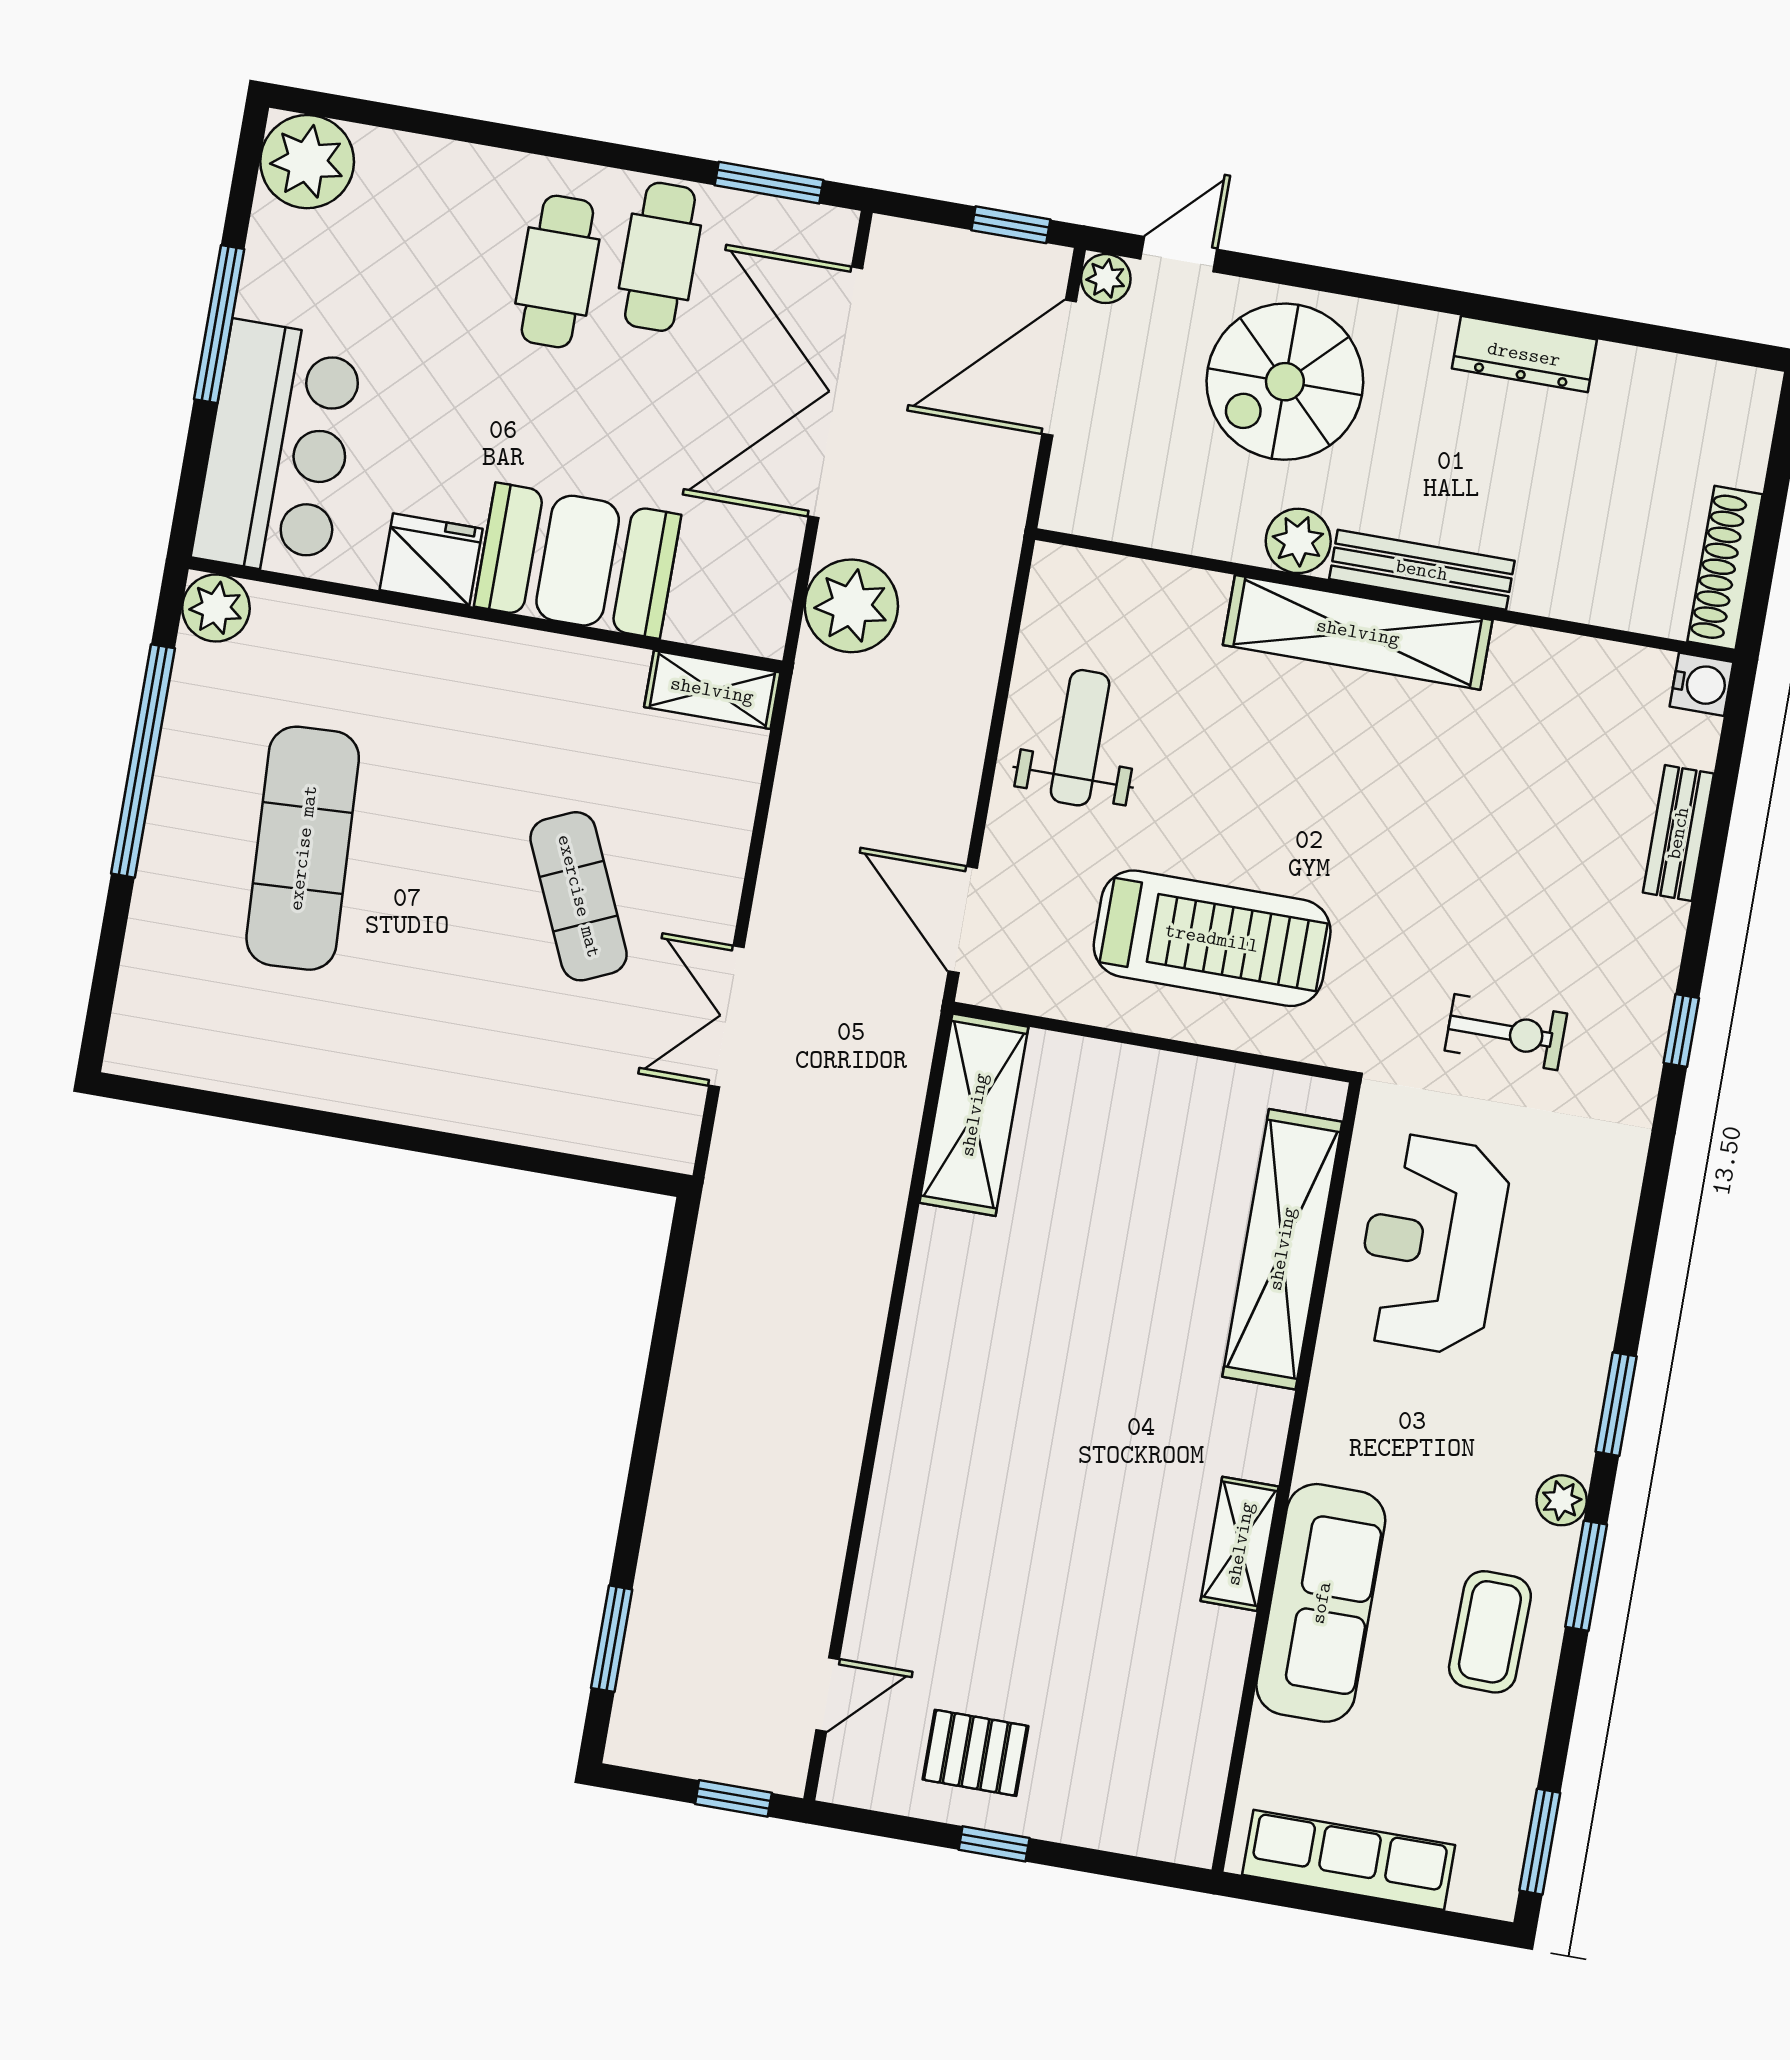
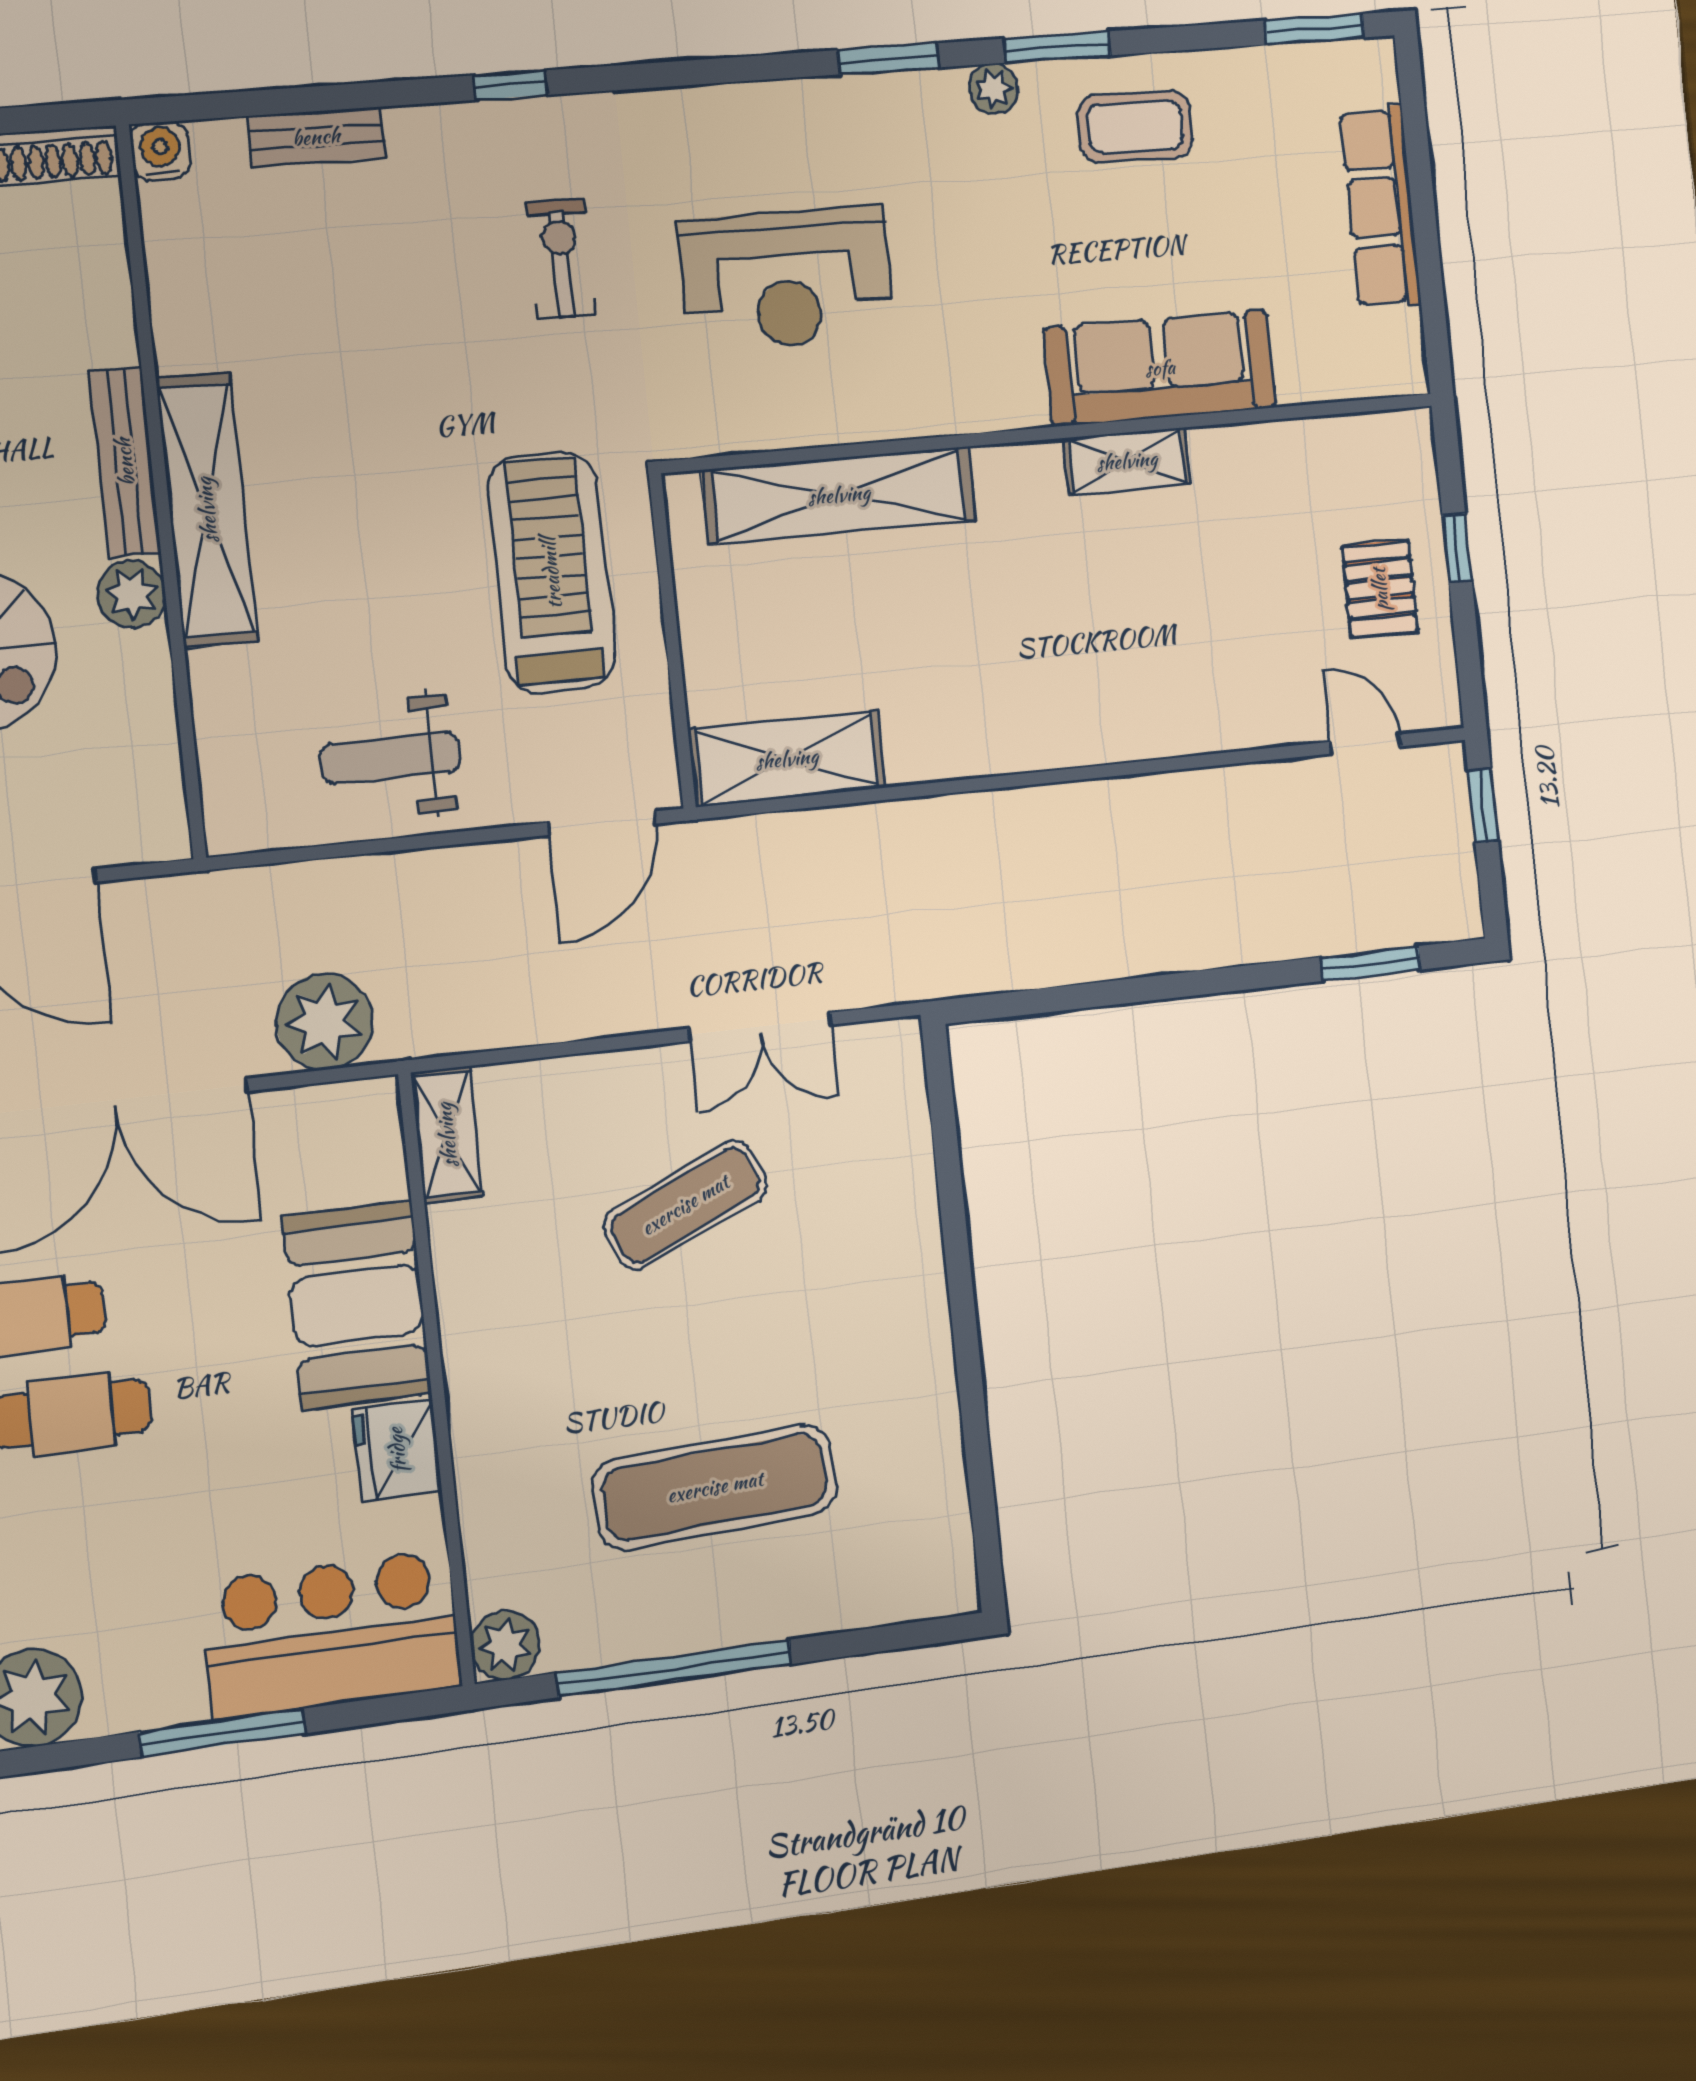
shelving: (1282, 1249) -> (839, 495), moved
wall: (1286, 1477) -> (1053, 433), moved
shelving: (1240, 1544) -> (1127, 461), moved
sofa: (1321, 1603) -> (1160, 368), moved

